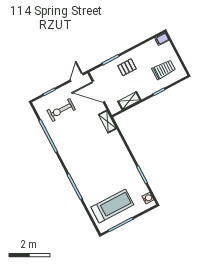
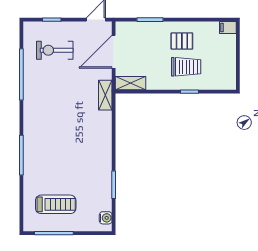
pallet: (127, 67) -> (182, 41), moved
trolley: (164, 70) -> (186, 67), moved
door: (98, 92) -> (114, 52), hinge flipped
shelving: (129, 101) -> (131, 83), moved
treadmill: (112, 206) -> (56, 204), width x0.73, depth x0.73

